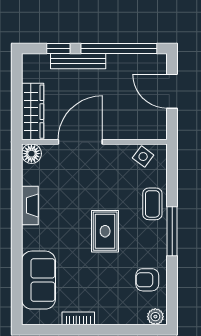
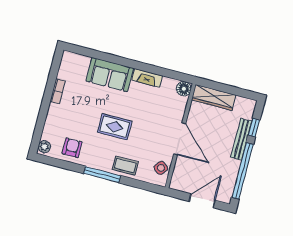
door: (80, 142) -> (180, 139), moved
sofa: (38, 280) -> (110, 75), moved

